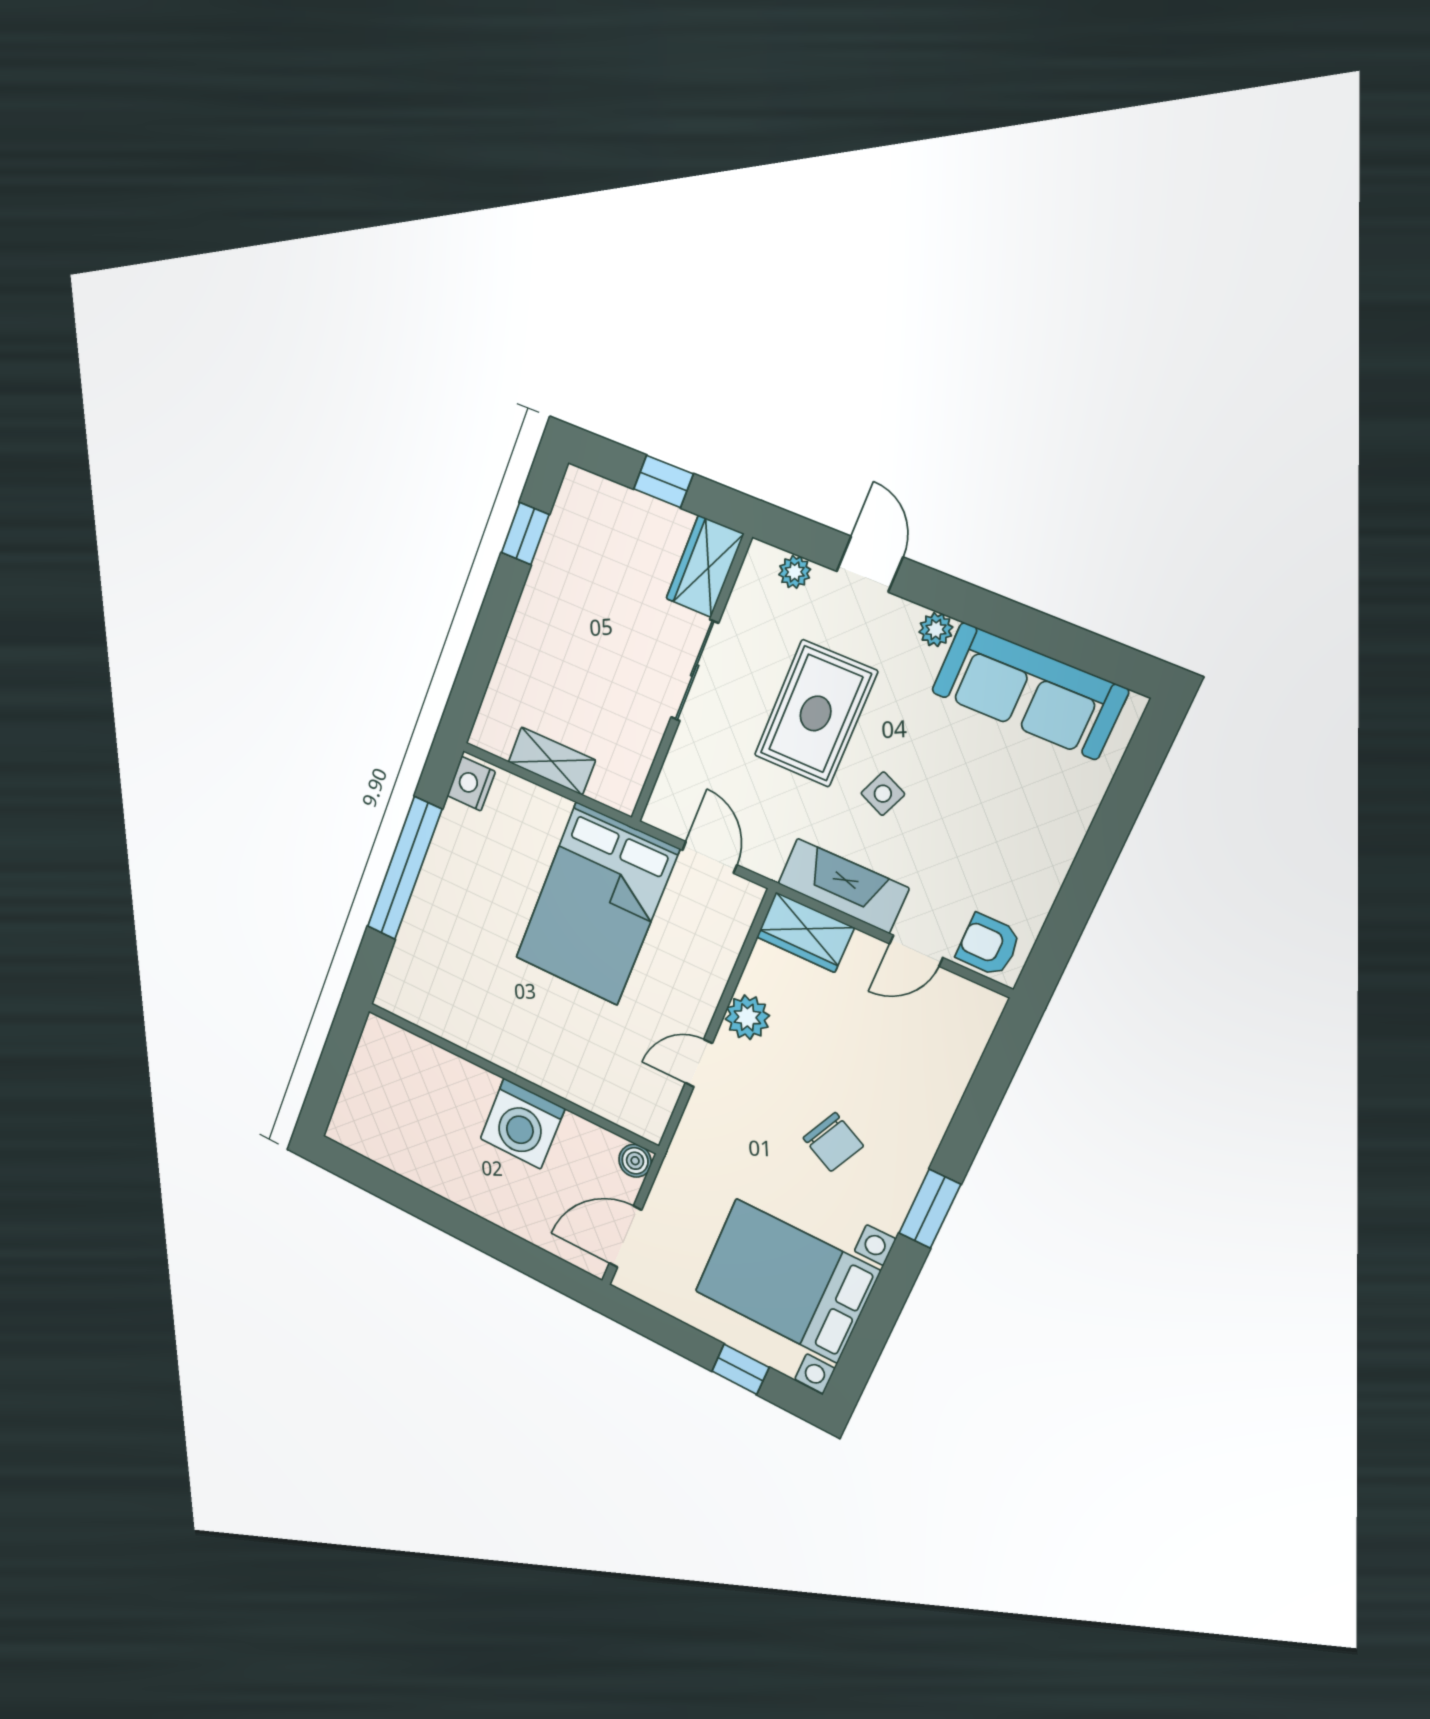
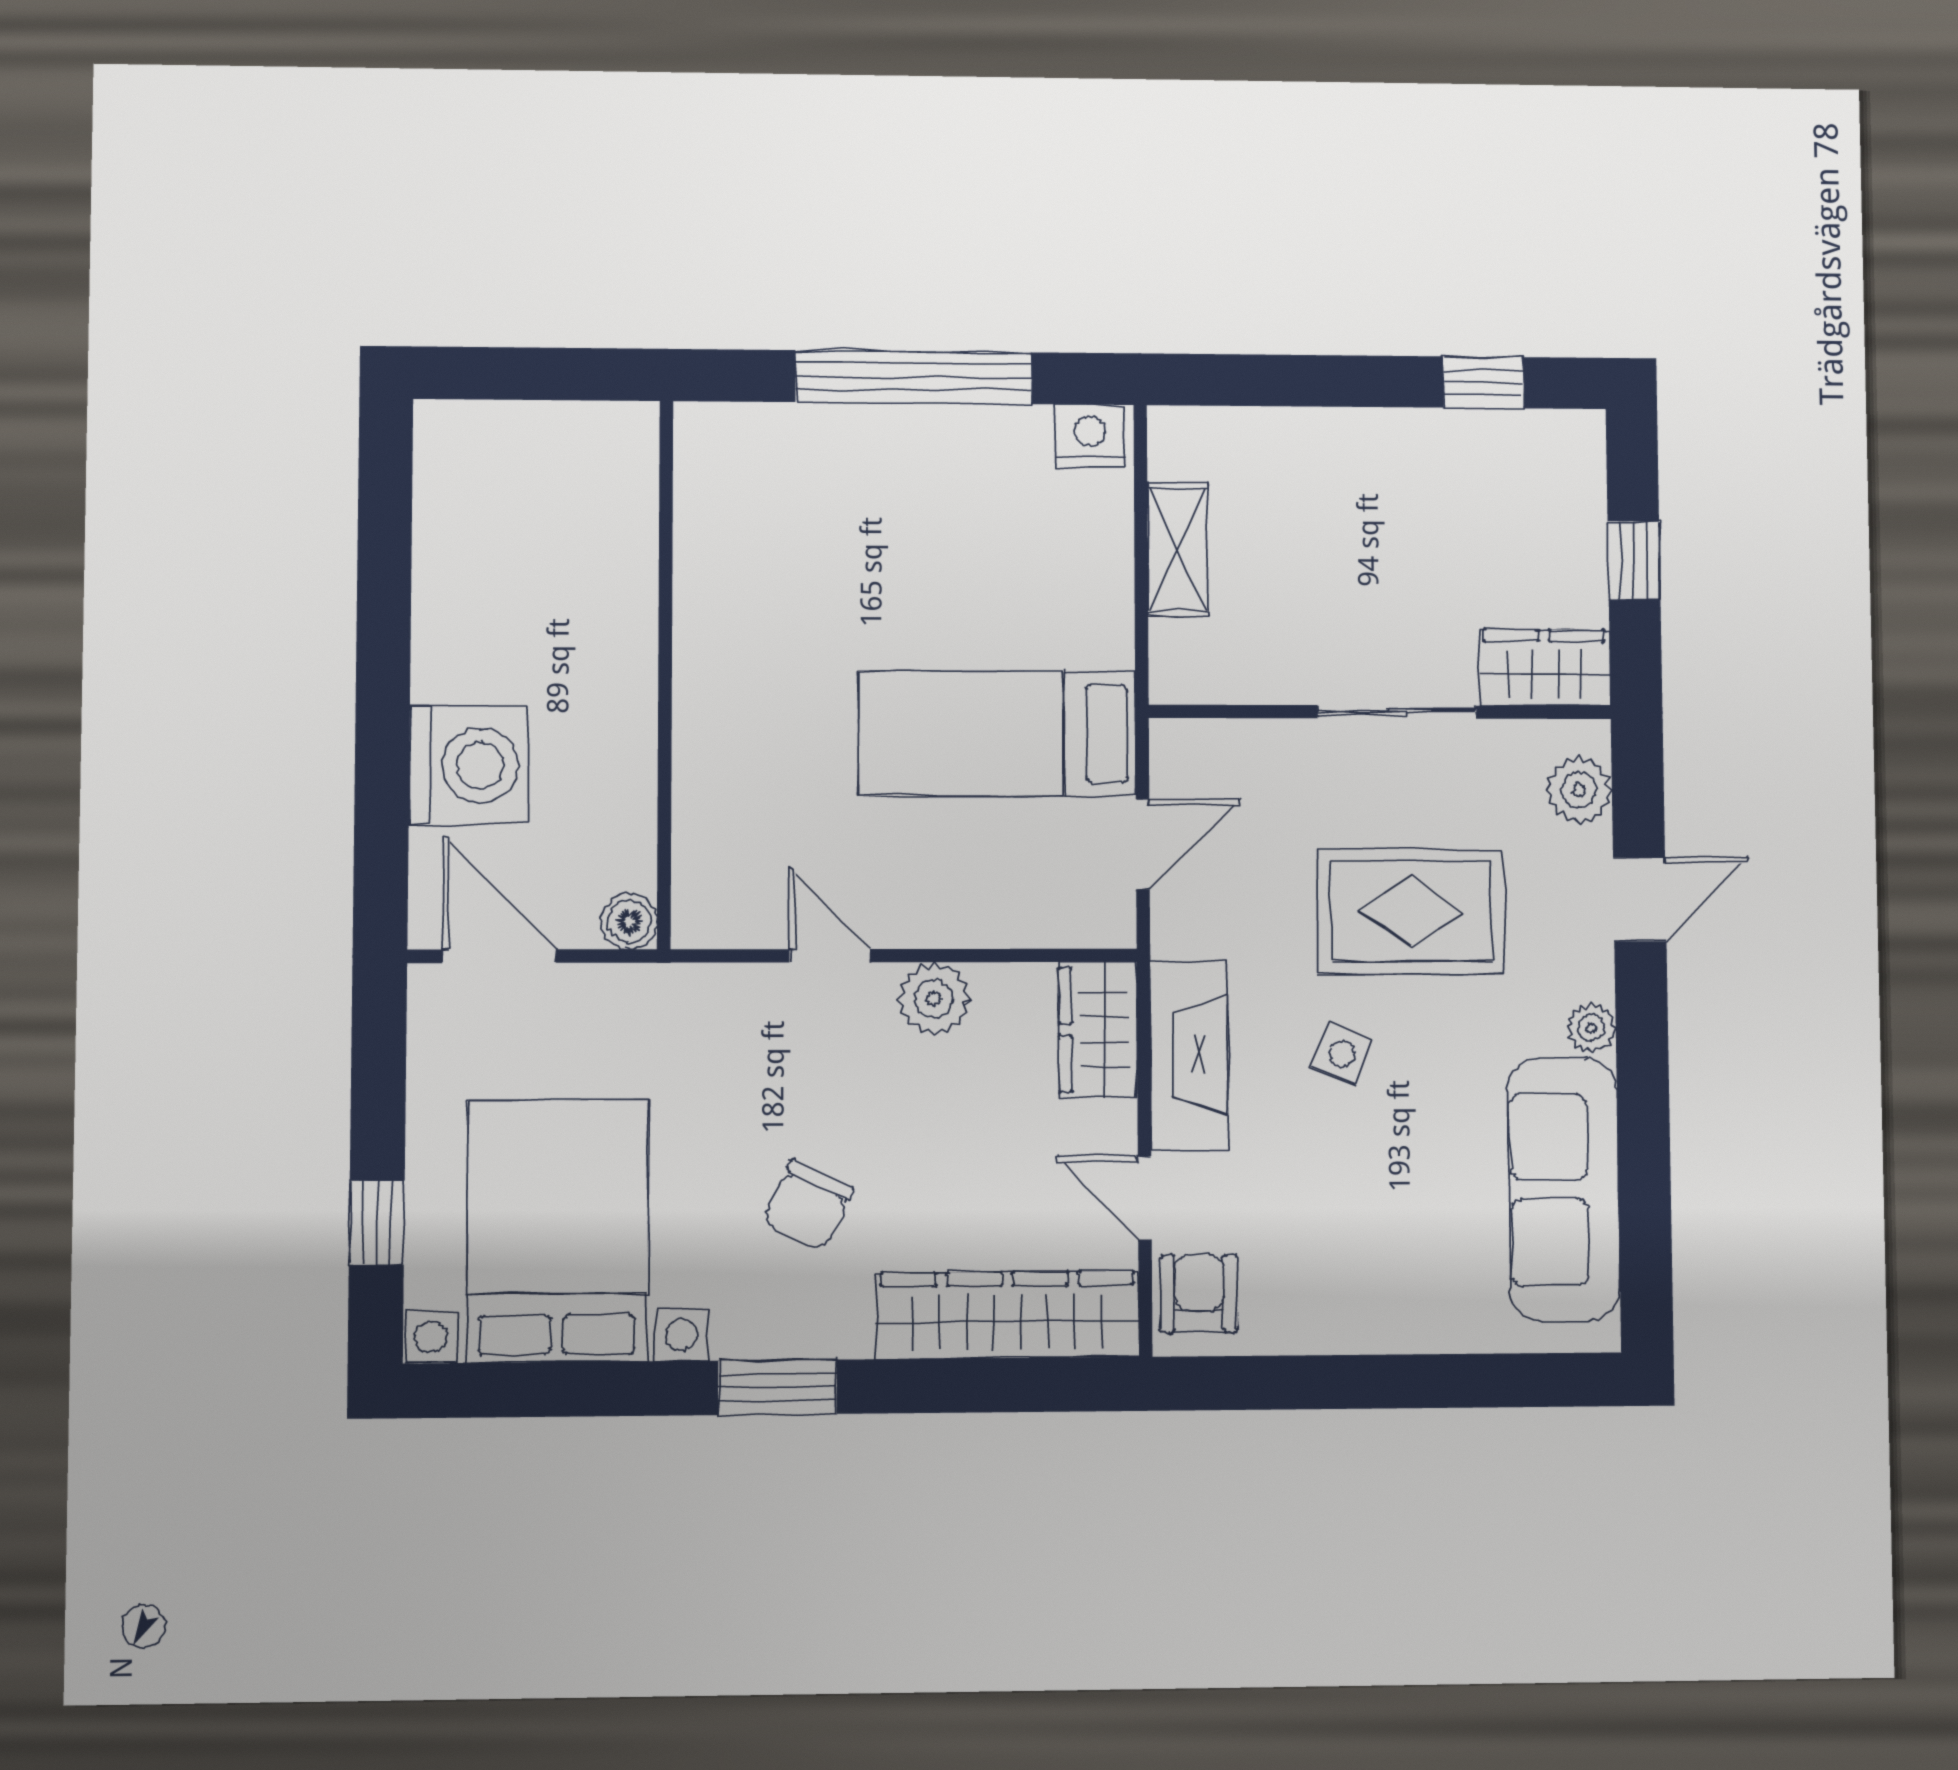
plant: (795, 572) -> (1579, 790), width x1.38, depth x1.38
bed: (597, 904) -> (997, 733), width x0.67
wardrobe: (949, 1062) -> (1007, 1315), added
washing machine: (522, 1124) -> (468, 766), moved, turned 180

